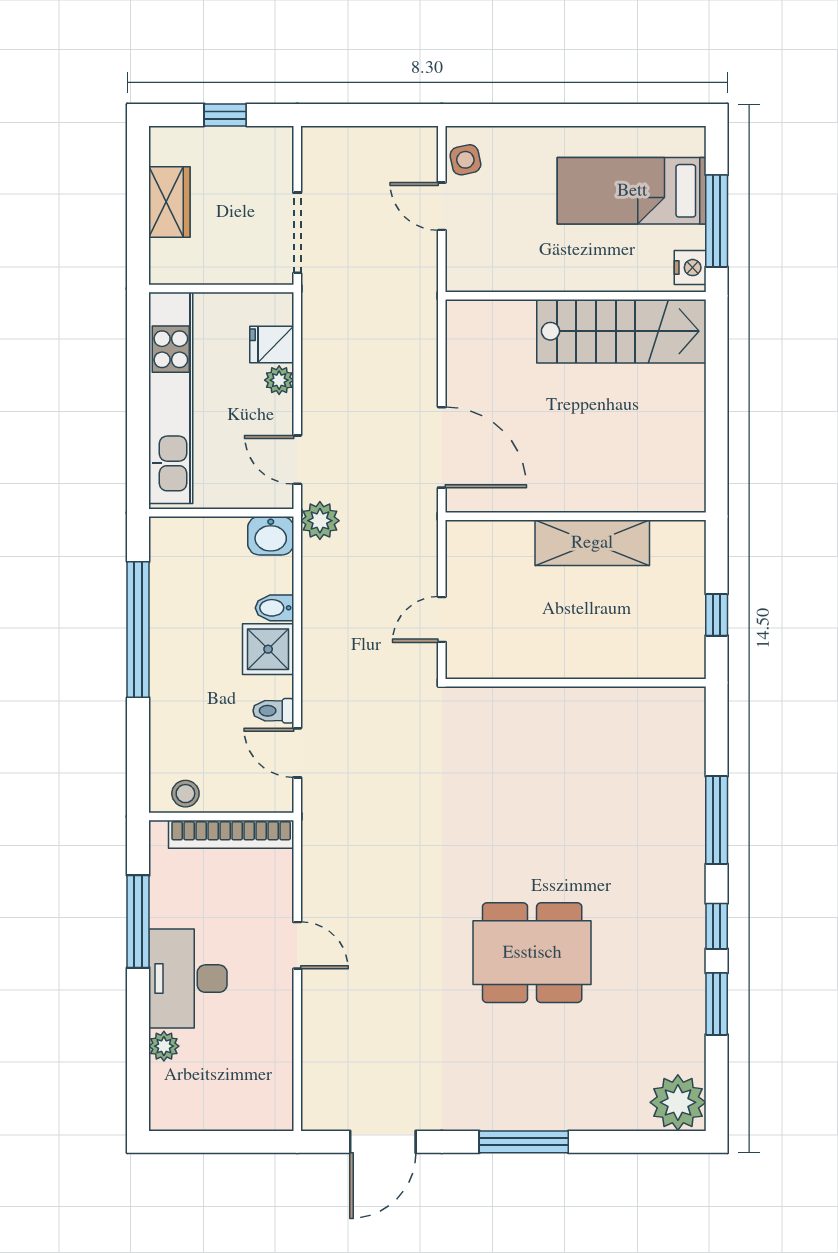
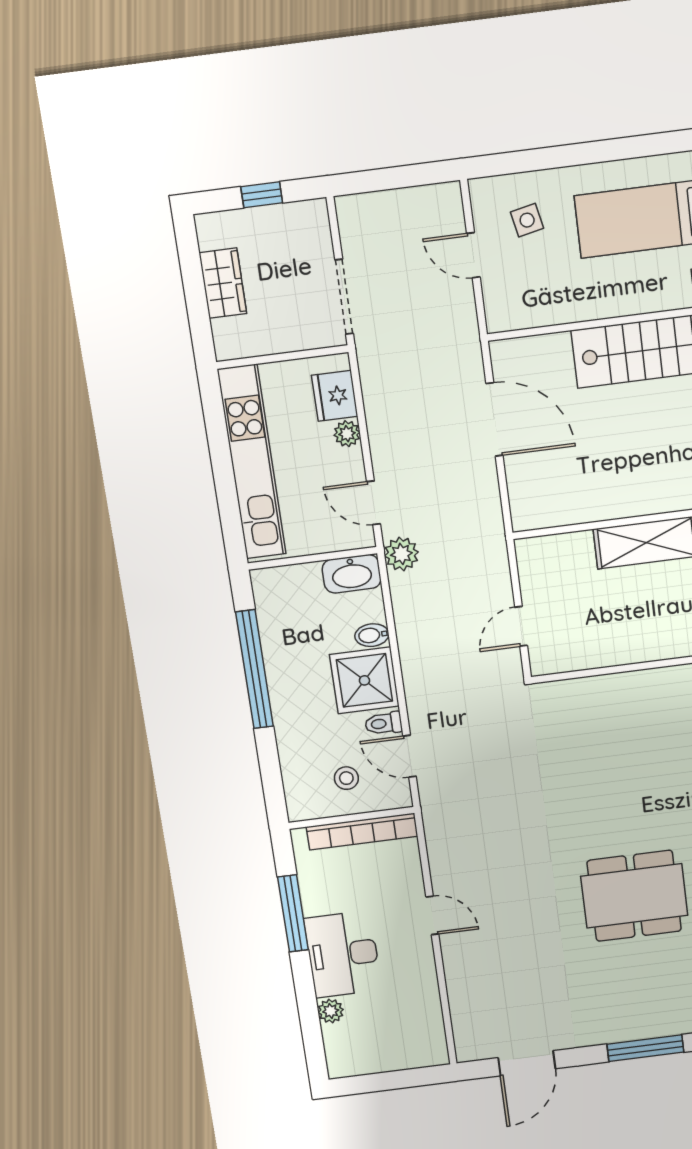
side table: (465, 160) -> (527, 220), moved
fridge: (272, 344) -> (335, 396), width x1.38
door: (442, 447) -> (494, 419), moved
washbasin: (271, 536) -> (352, 574), width x1.38
shower: (268, 649) -> (364, 680), width x1.36, depth x1.36
stool: (185, 794) -> (346, 778), moved

